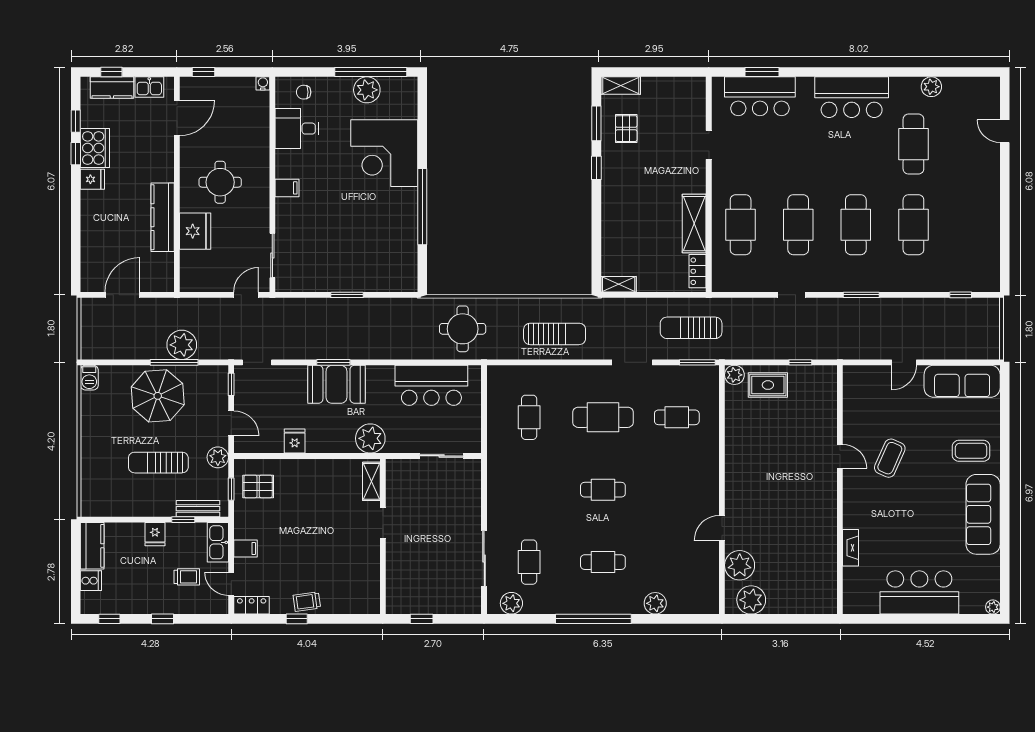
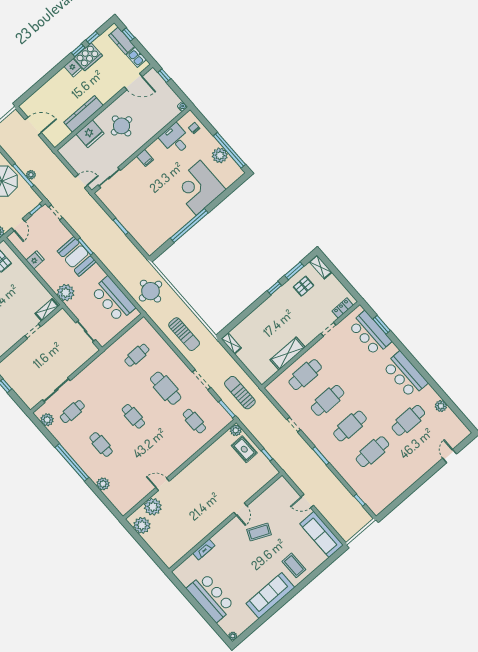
locker: (698, 271) -> (343, 308), moved
plant: (182, 345) -> (31, 175), width x0.53, depth x0.53

